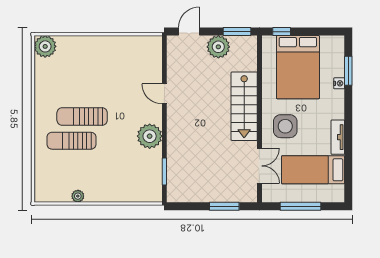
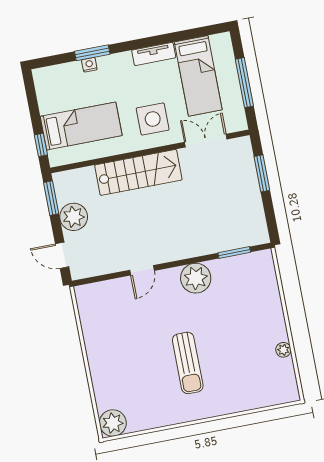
bed: (298, 67) -> (81, 126), width x0.67
window: (348, 71) -> (92, 53), moved
sun lounger: (71, 141) -> (219, 370), removed

